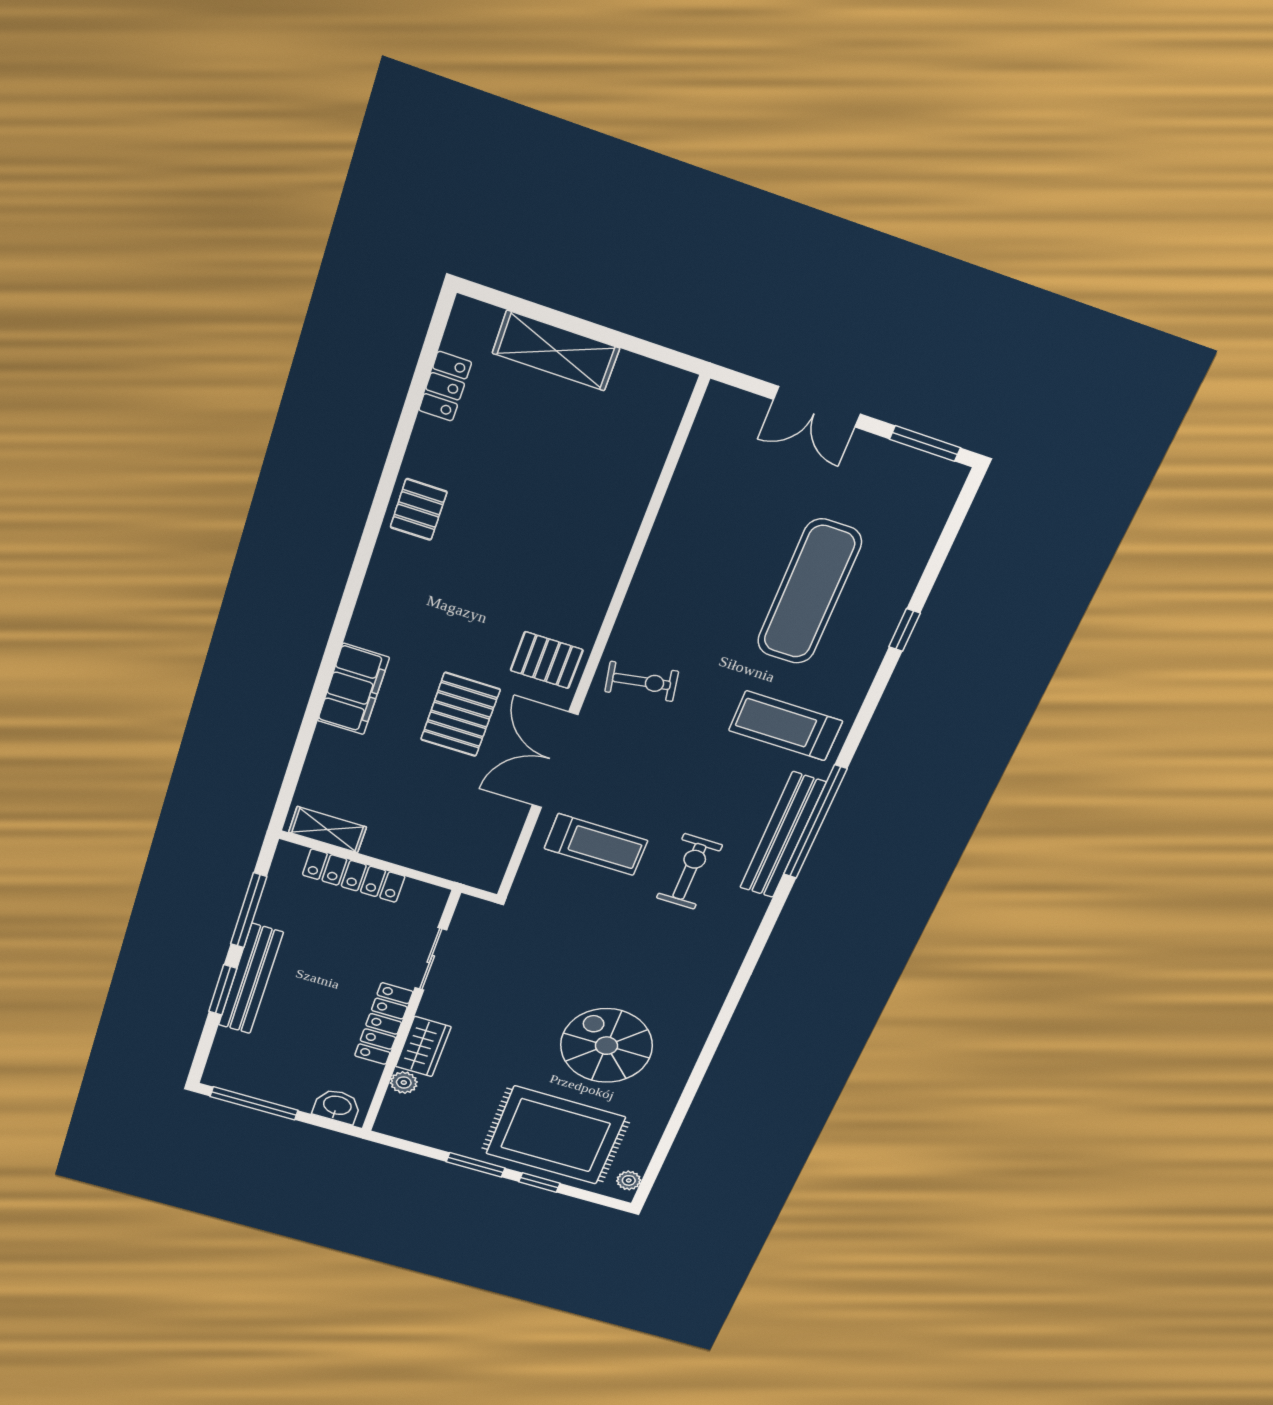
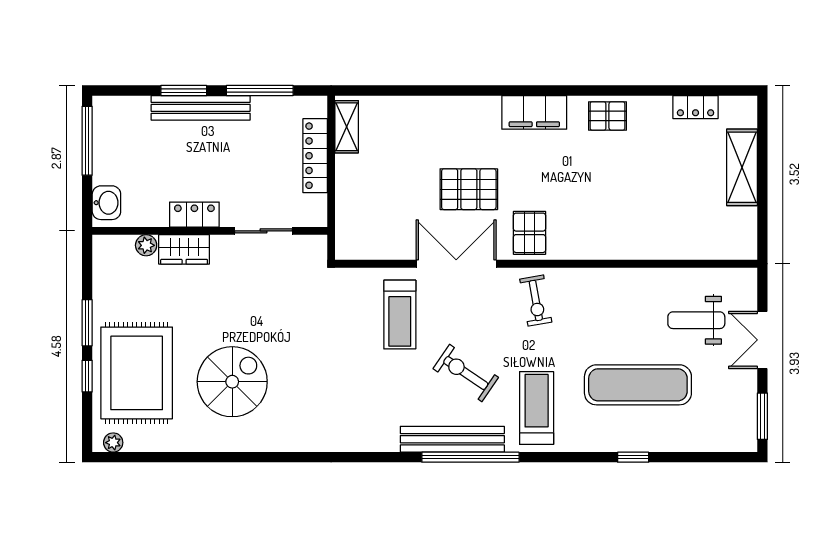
weight bench: (752, 487) -> (696, 320), added
filing cabinet: (353, 689) -> (534, 112), moved
exercise bike: (689, 872) -> (466, 373), moved, turned -146
locker: (384, 1024) -> (194, 215), width x0.66

